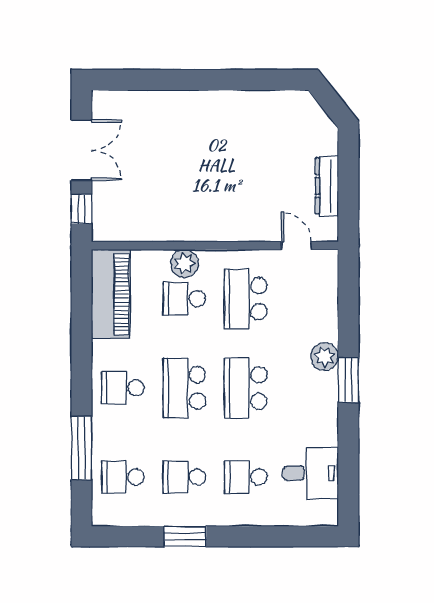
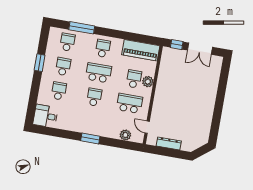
door: (296, 246) -> (147, 127), swing flipped
plant: (325, 357) -> (125, 135), moved
school desk: (246, 388) -> (94, 97), width x0.54
desk: (311, 473) -> (46, 116), moved, turned 90

